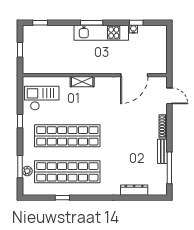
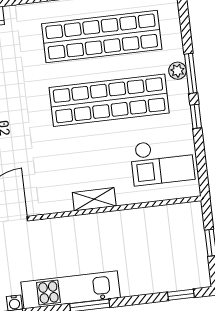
window: (20, 167) -> (191, 73), moved
plant: (27, 171) -> (177, 71), moved

